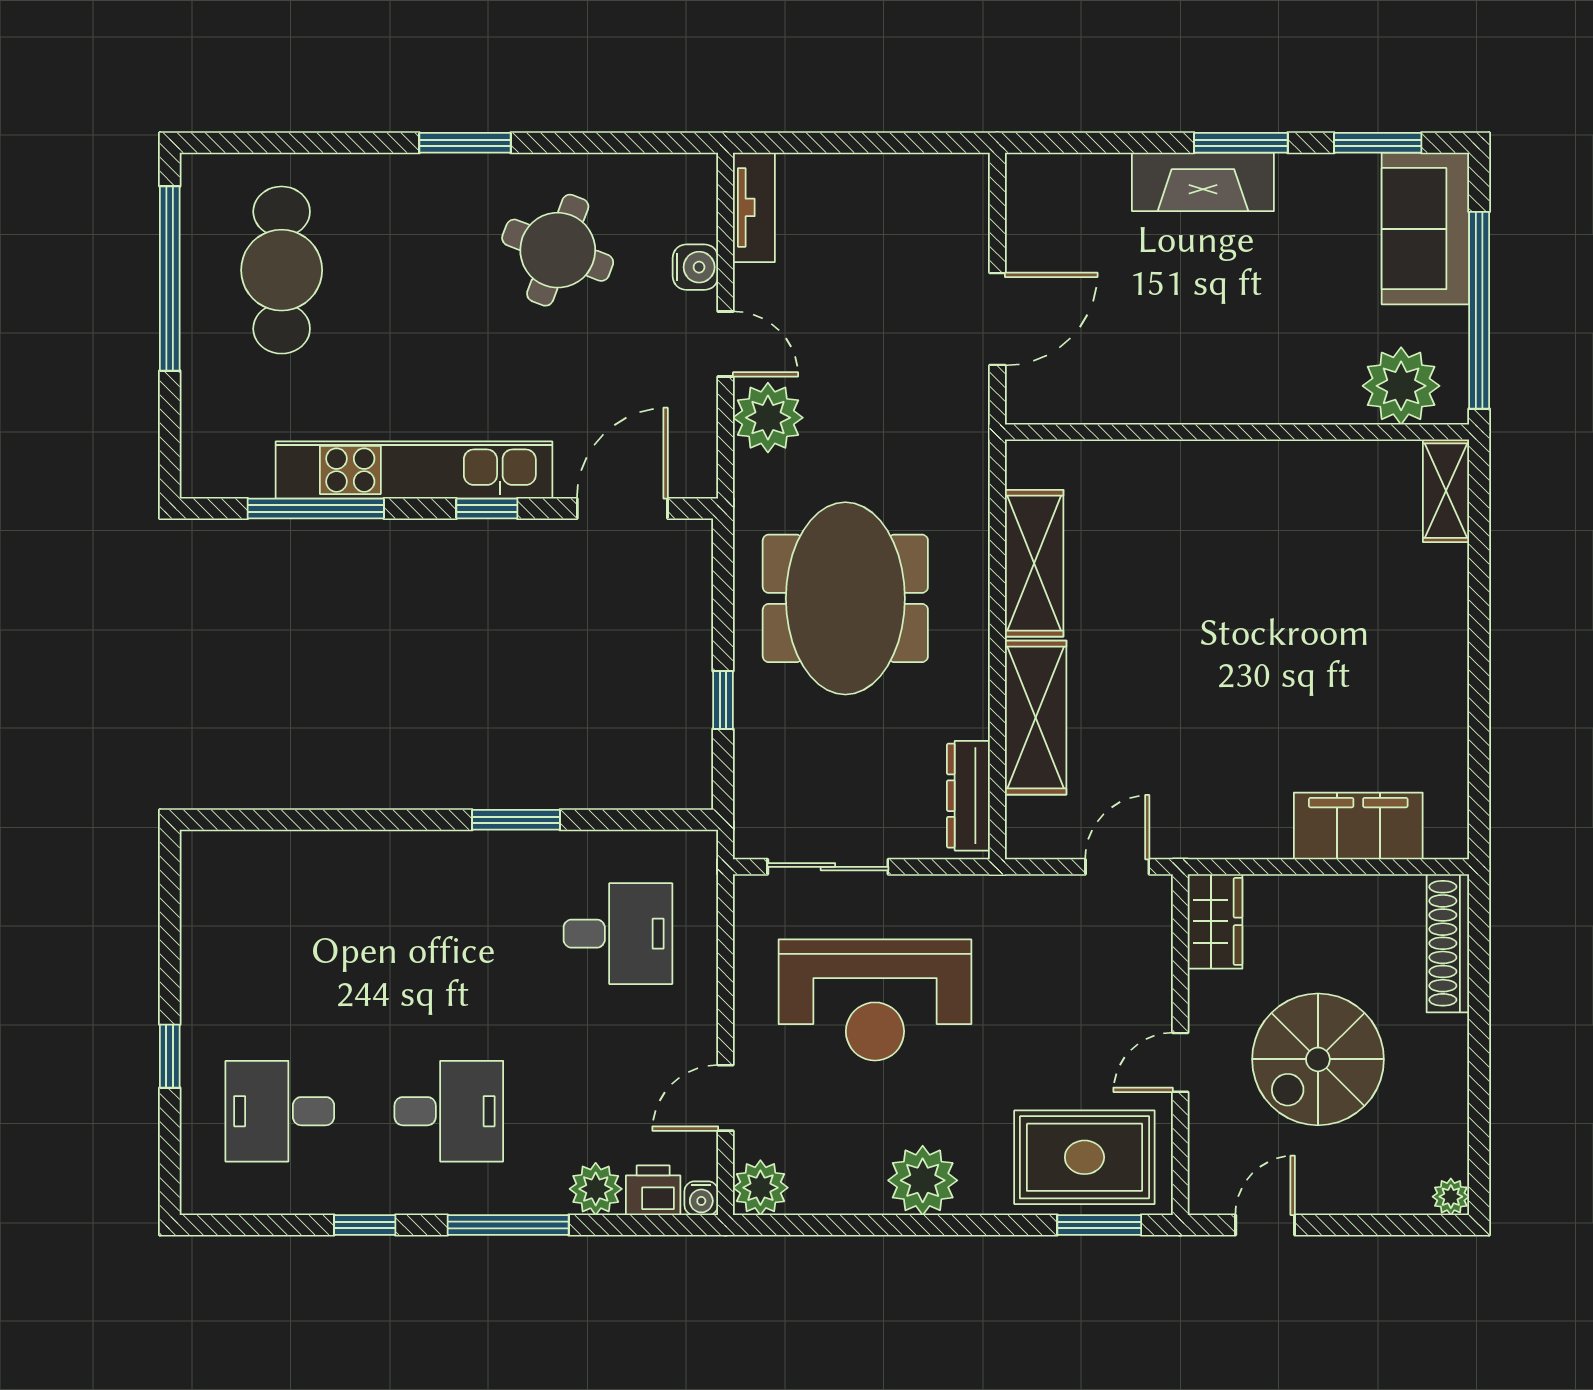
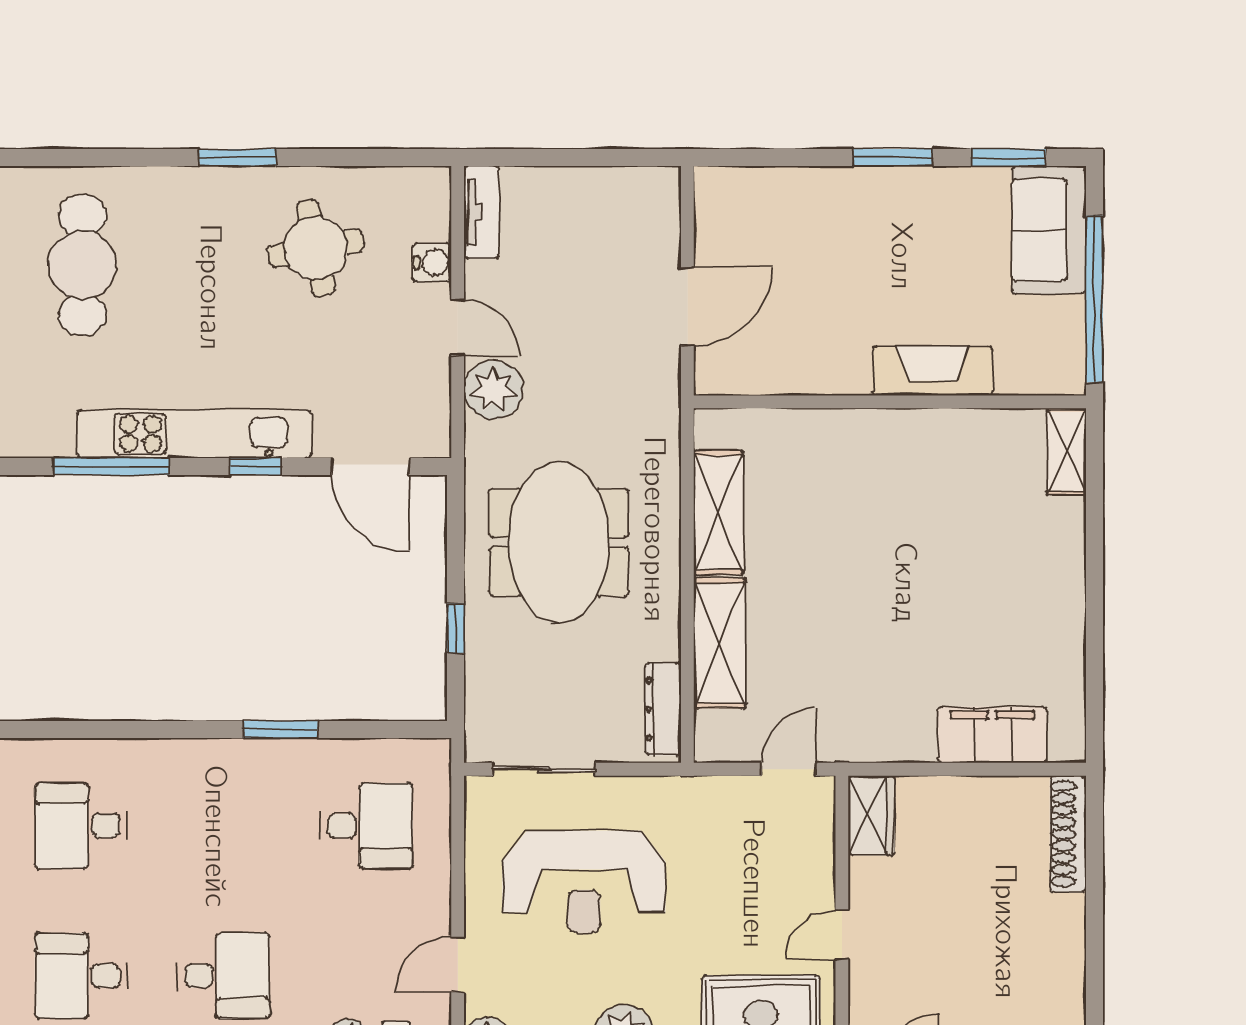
fireplace: (1203, 182) -> (932, 371), moved, turned 180
round table: (558, 250) -> (316, 248), turned -32
plant: (1401, 386) -> (1028, 363), removed
door: (622, 509) -> (370, 466), swing flipped
desk: (280, 934) -> (81, 826), added
spiral stairs: (1318, 1059) -> (958, 932), removed

